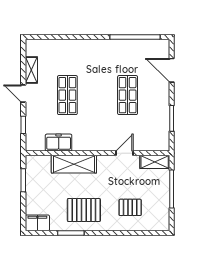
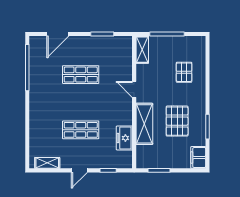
shelving: (31, 70) -> (47, 163), moved
door: (124, 153) -> (134, 89), moved
pallet: (84, 210) -> (177, 121), moved

